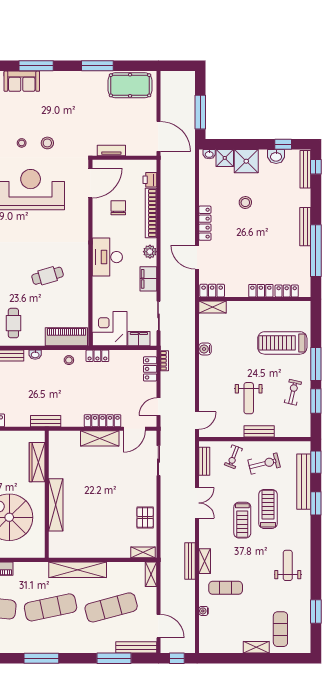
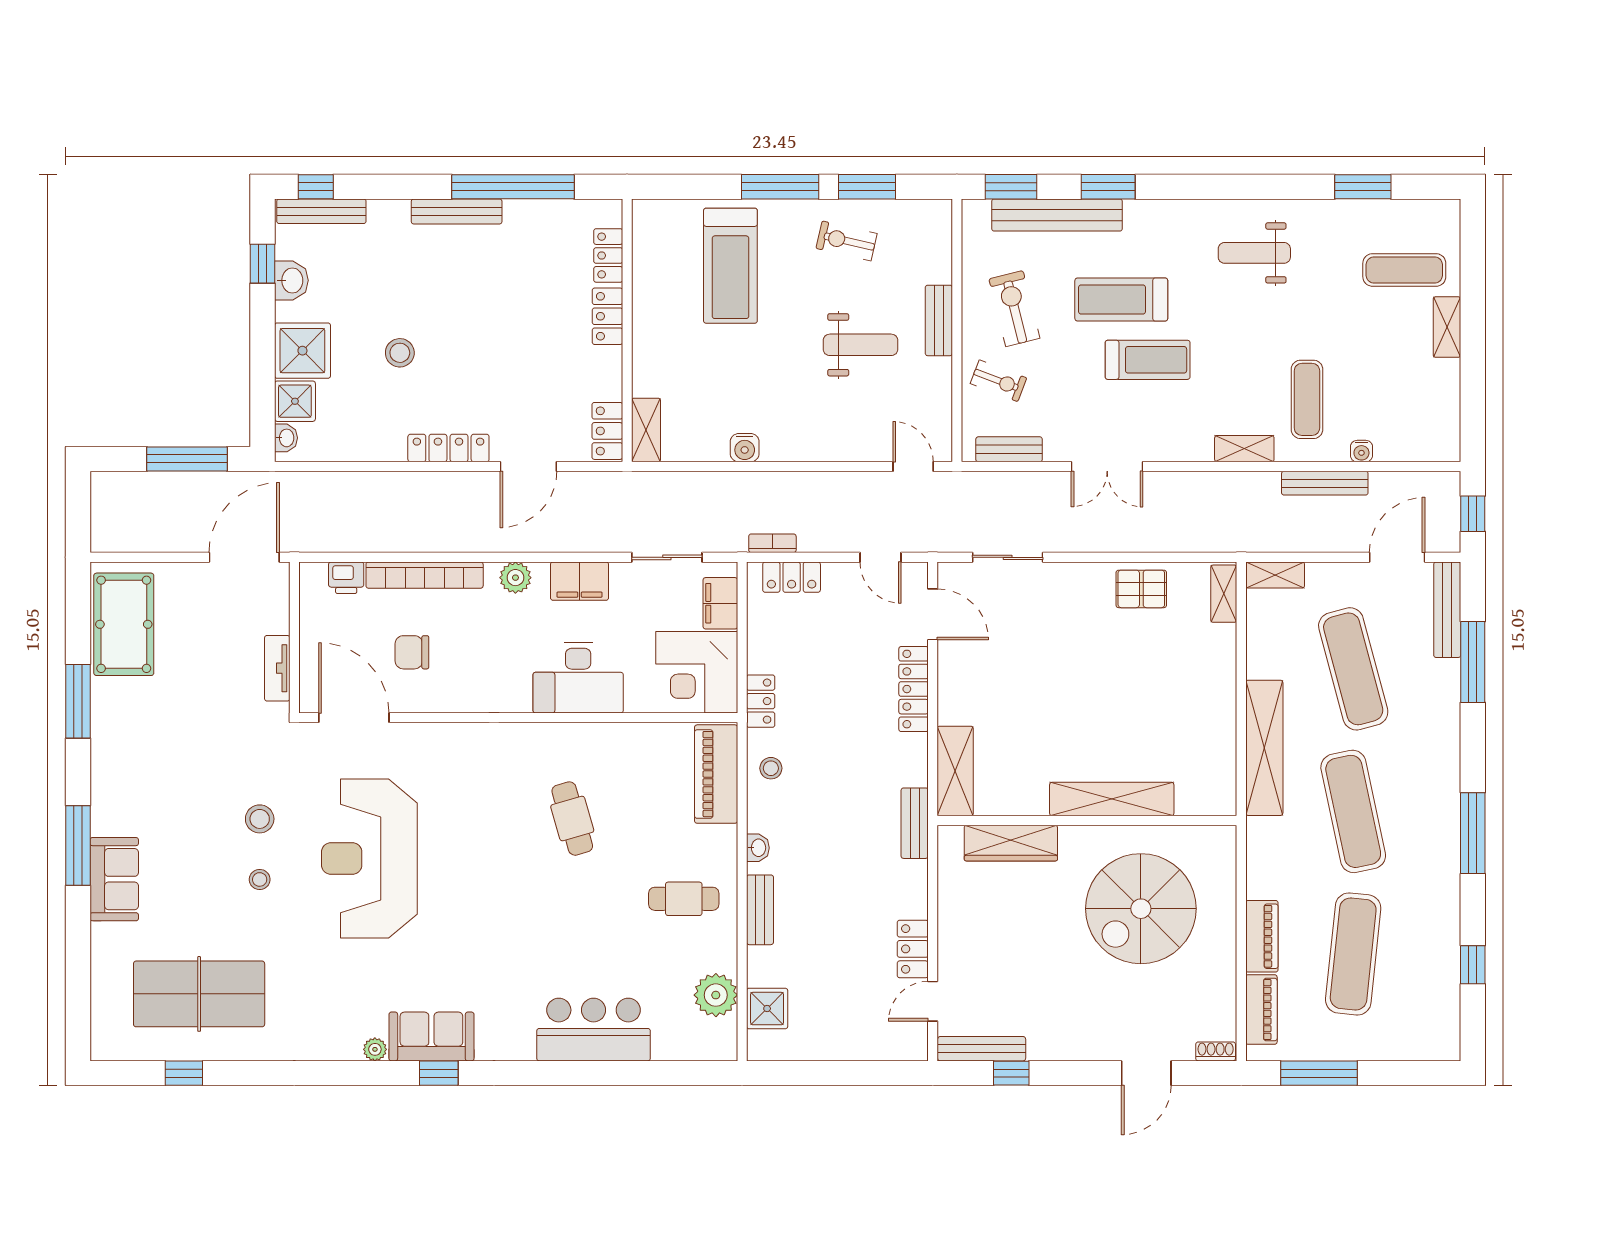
desk: (107, 257) -> (578, 678), moved
shelving: (100, 438) -> (955, 771), moved
double door: (197, 503) -> (1107, 467), swing flipped
bench: (190, 561) -> (1325, 483), moved

